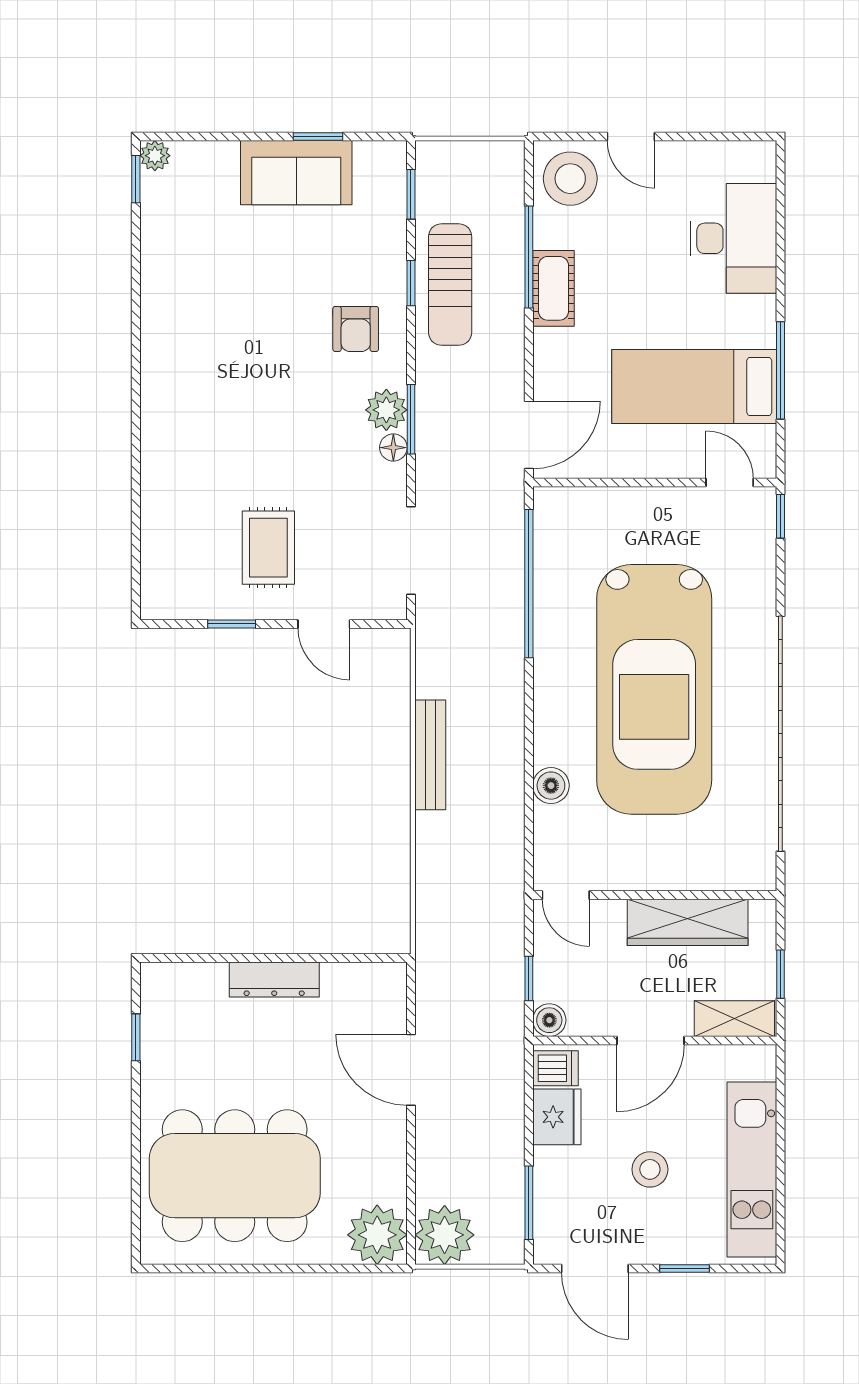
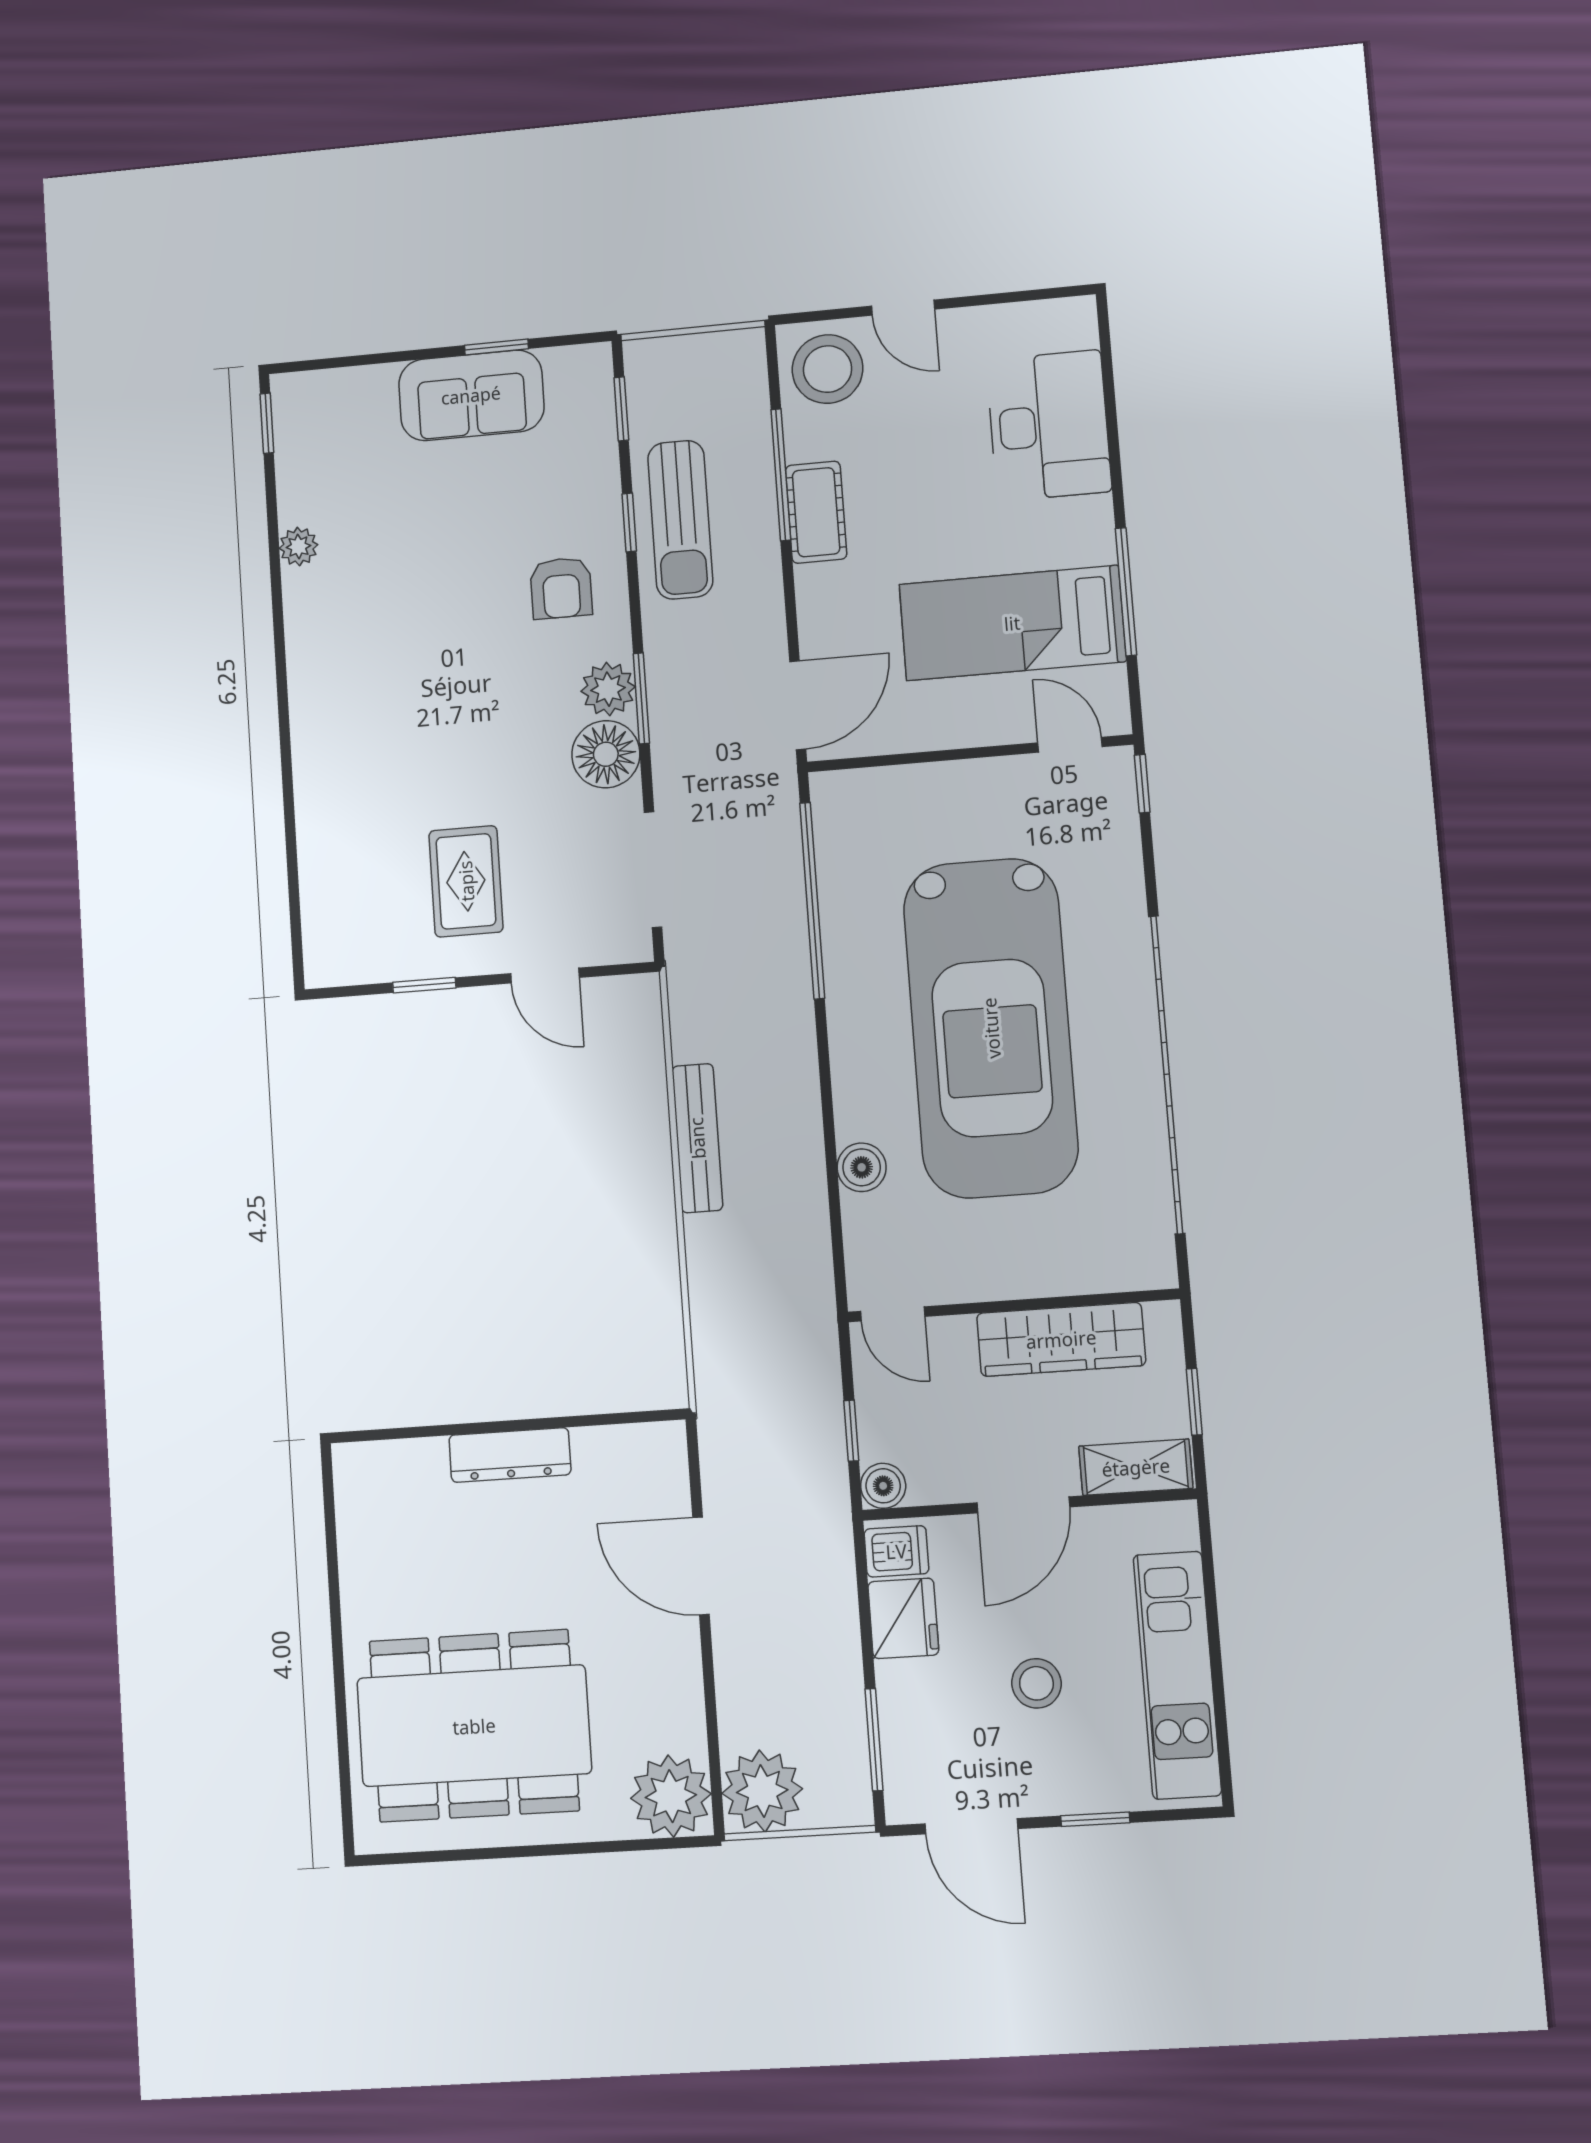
plant: (155, 156) -> (298, 547), moved
floor lamp: (393, 448) -> (606, 754), width x1.89, depth x1.89
window: (136, 1037) -> (331, 1545), removed

